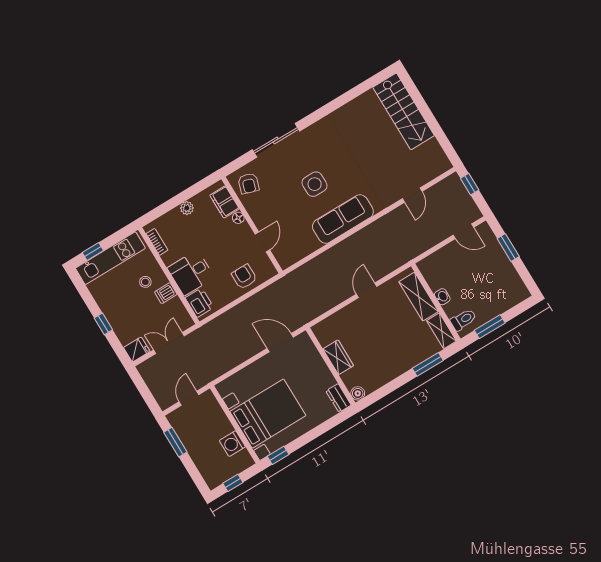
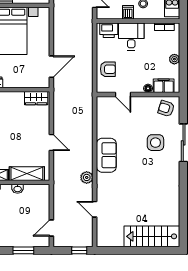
side table: (315, 184) -> (155, 143), moved
sofa: (343, 219) -> (106, 155), width x0.73
plant: (382, 226) -> (87, 177), added
wardrobe: (338, 357) -> (36, 98), moved

